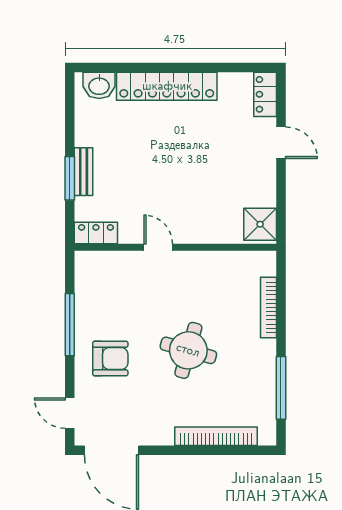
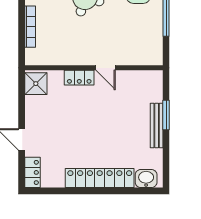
bench: (84, 172) -> (157, 126), width x1.36
locker: (96, 233) -> (79, 78), moved

